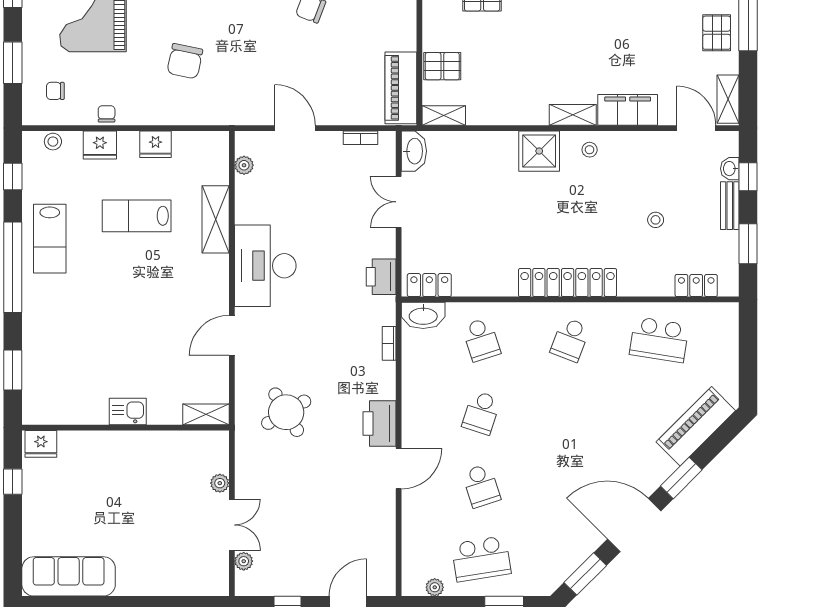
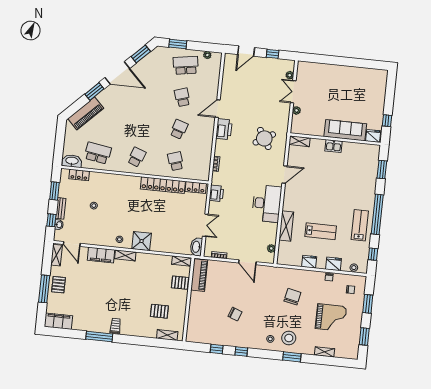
locker: (568, 283) -> (163, 185), moved
washbasin: (423, 315) -> (72, 161), moved
sofa: (69, 576) -> (345, 130), moved, turned 180

